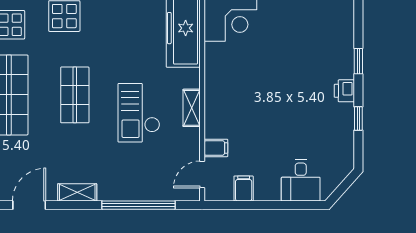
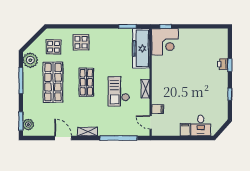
printer: (344, 91) -> (223, 64), moved
door: (202, 175) -> (151, 123), hinge flipped
filing cabinet: (244, 188) -> (185, 130), moved
door: (29, 205) -> (63, 138), hinge flipped

